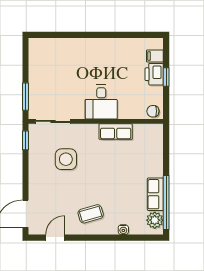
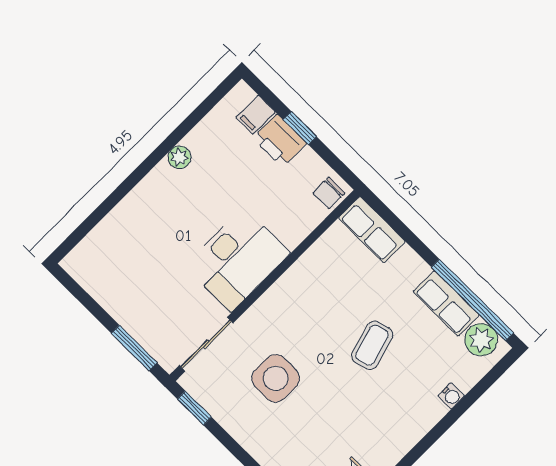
plant: (112, 44) -> (179, 157), added
desk: (101, 102) -> (237, 260), width x1.37
row of seats: (116, 132) -> (372, 230), moved, turned 90
coffee table: (91, 214) -> (372, 345), moved

